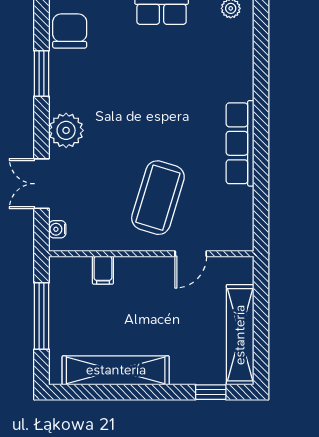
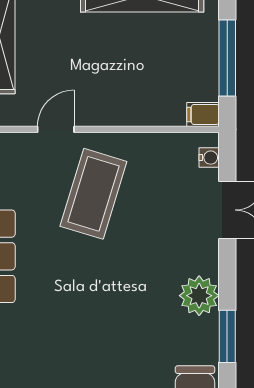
plant: (66, 130) -> (199, 296), moved
filing cabinet: (103, 270) -> (203, 114), moved, turned -90

